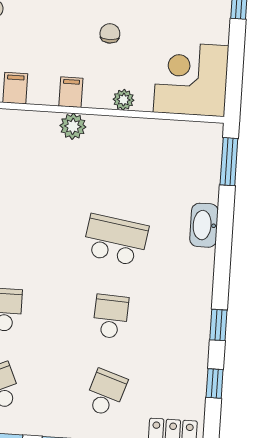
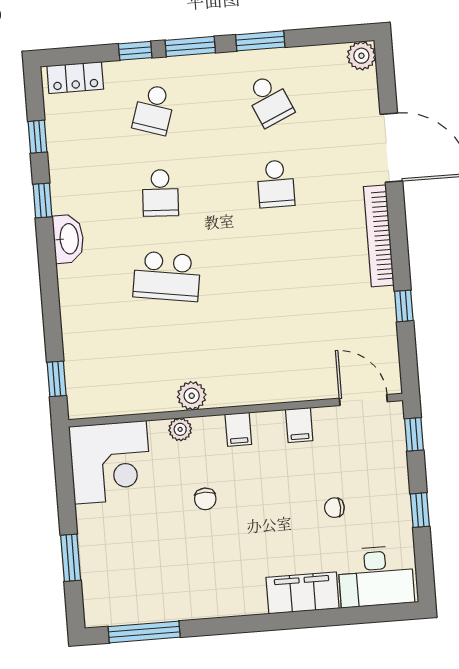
plant: (73, 126) -> (192, 396), moved
window: (229, 162) -> (57, 379), width x0.67
washbasin: (204, 225) -> (68, 239), moved

